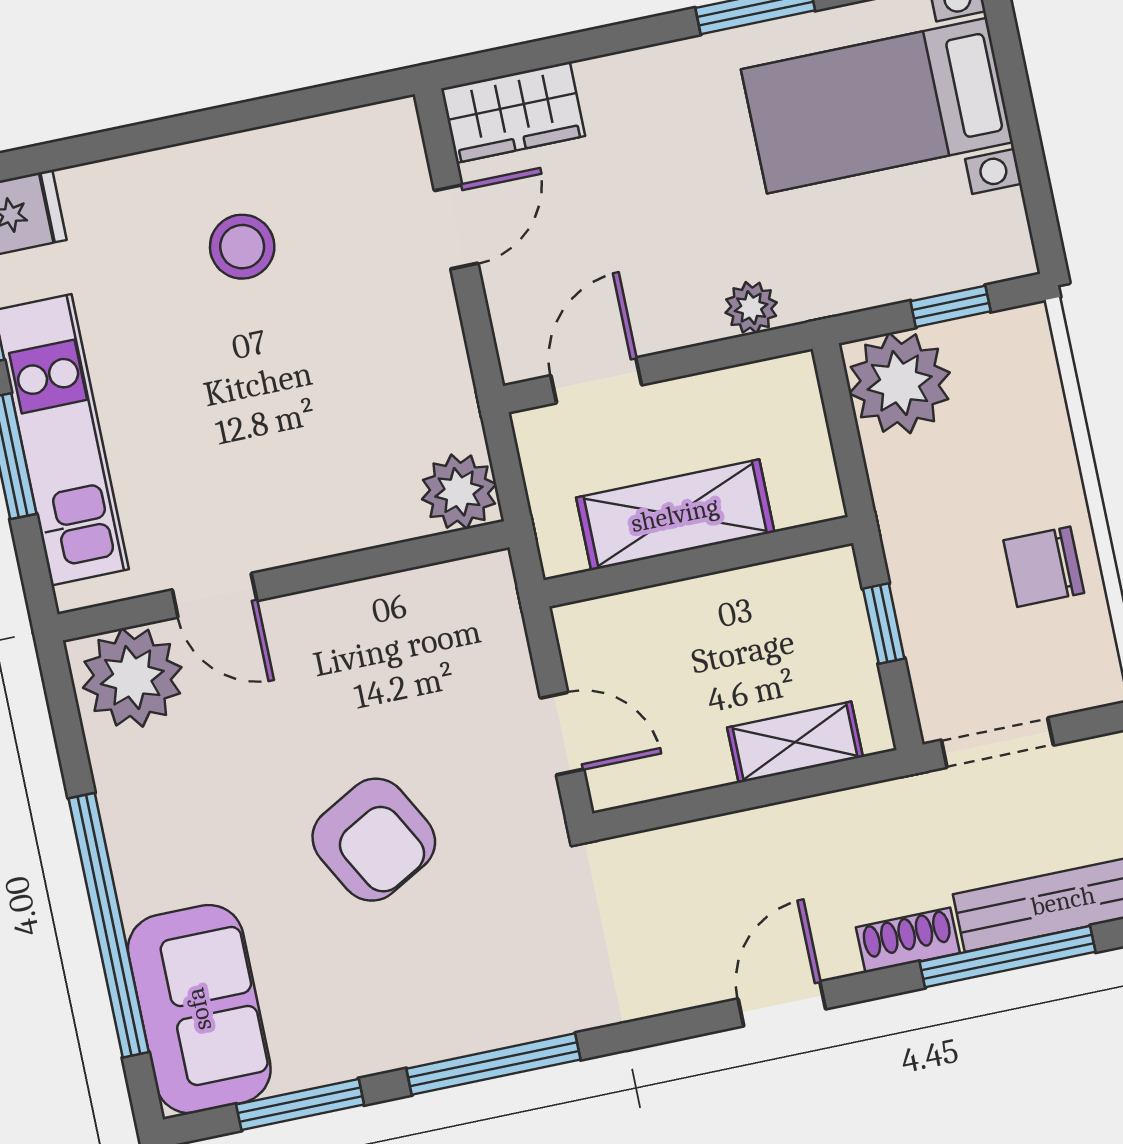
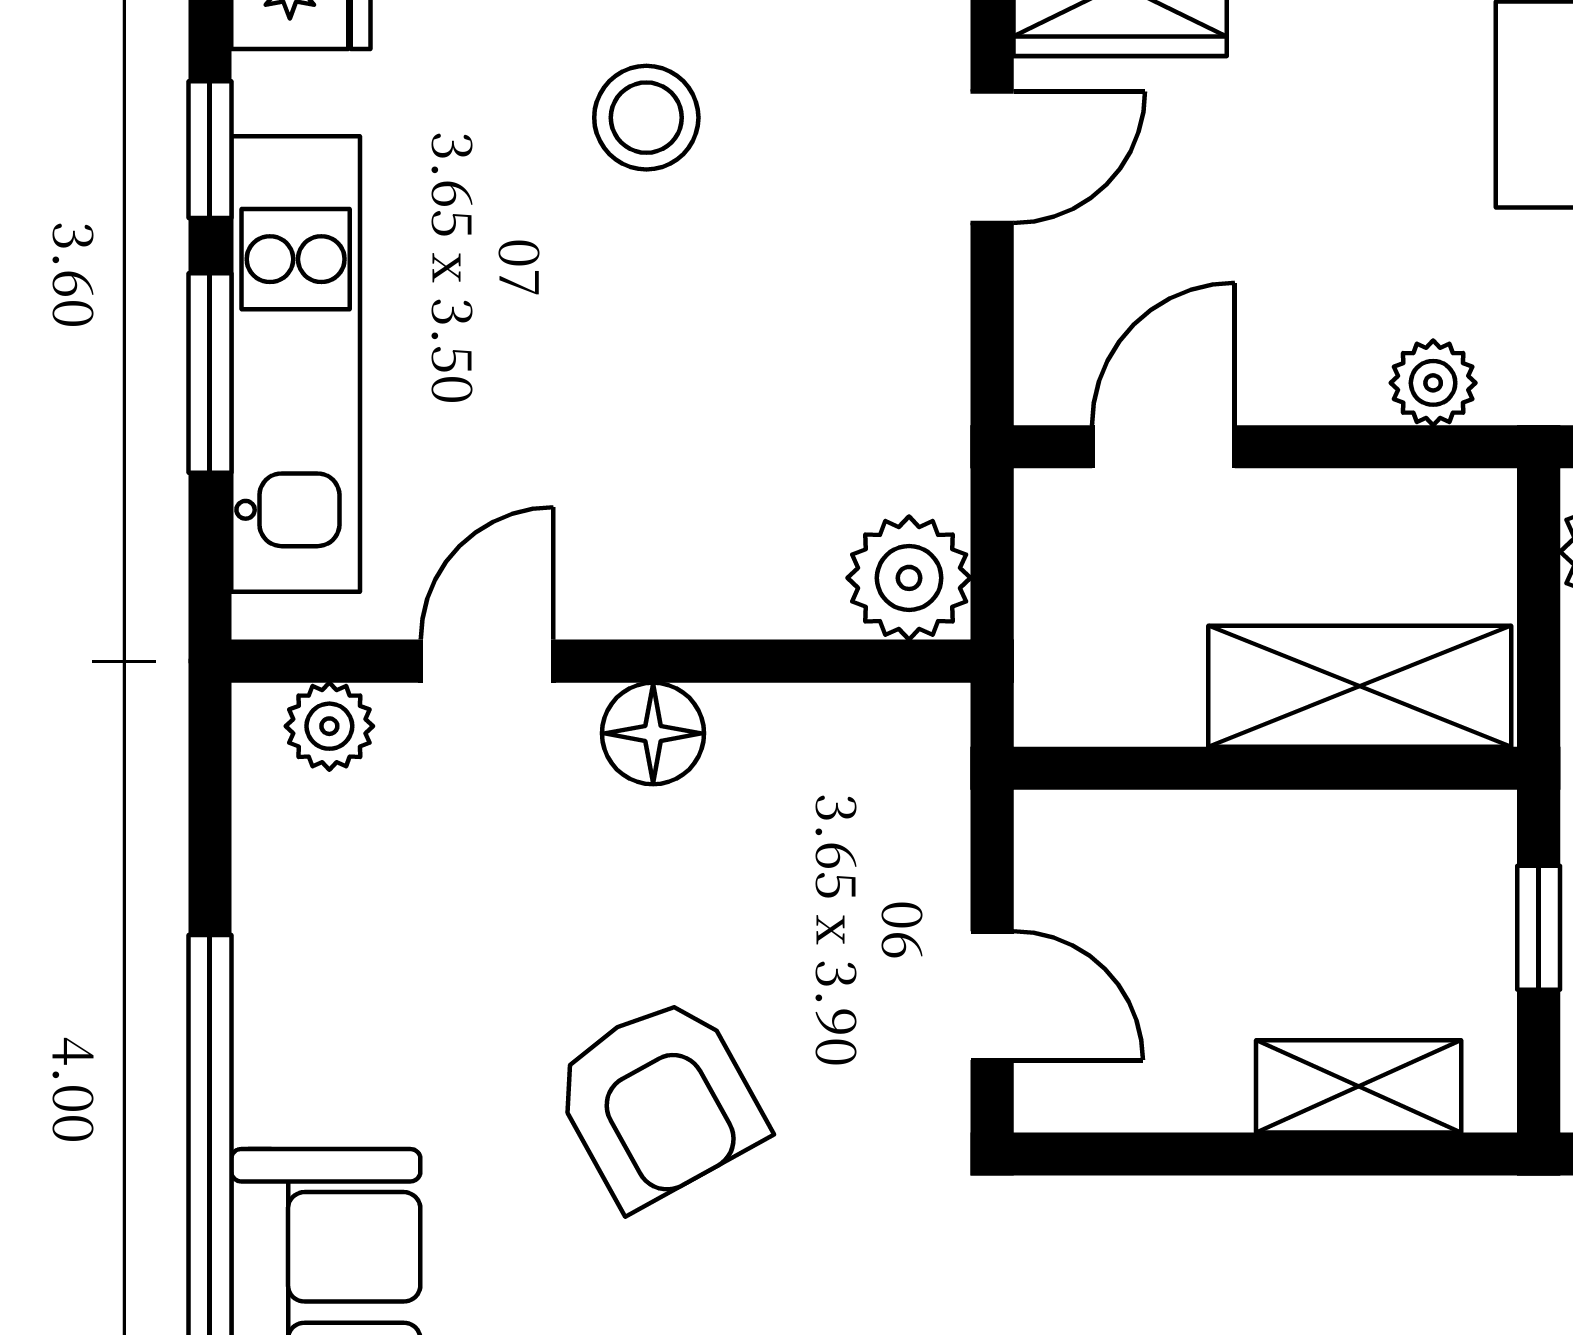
shelving: (675, 515) -> (1360, 686), moved
door: (215, 595) -> (487, 661), swing flipped
floor lamp: (324, 618) -> (653, 733), added
plant: (132, 678) -> (329, 726), width x0.53, depth x0.53

